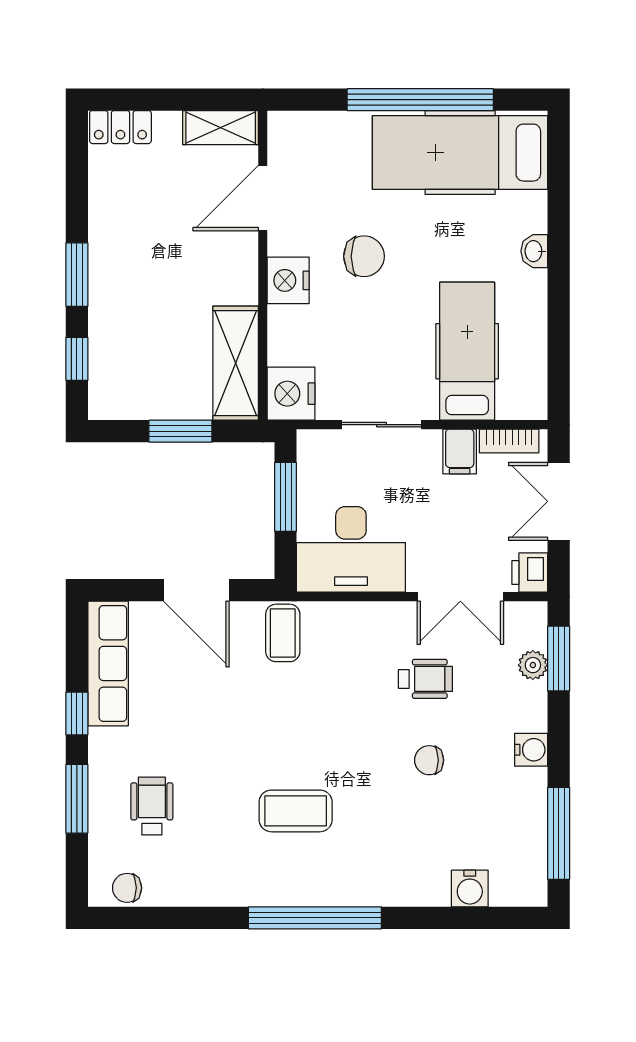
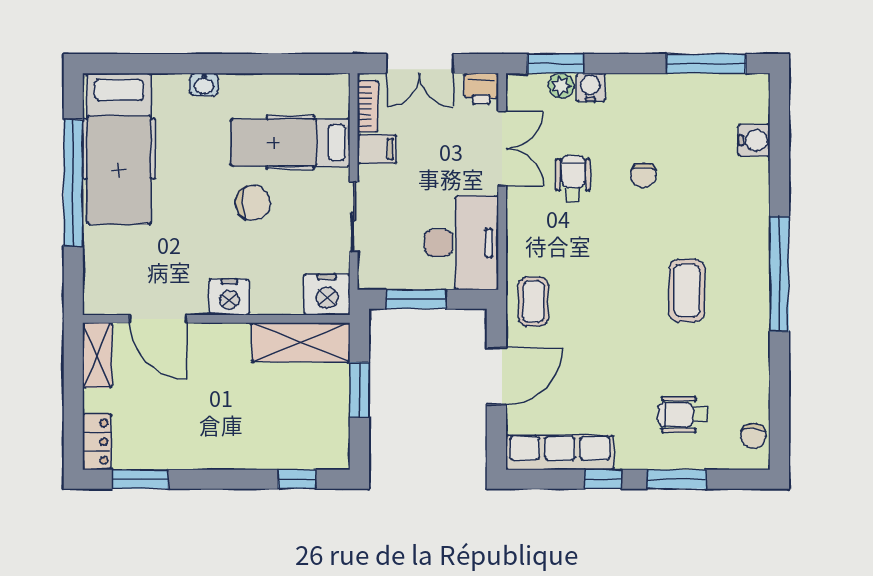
chair: (364, 256) -> (253, 203), moved, turned 90
window: (77, 275) -> (140, 479), moved
coffee table: (283, 633) -> (533, 302), turned 90
water cooler: (531, 750) -> (591, 87), moved

